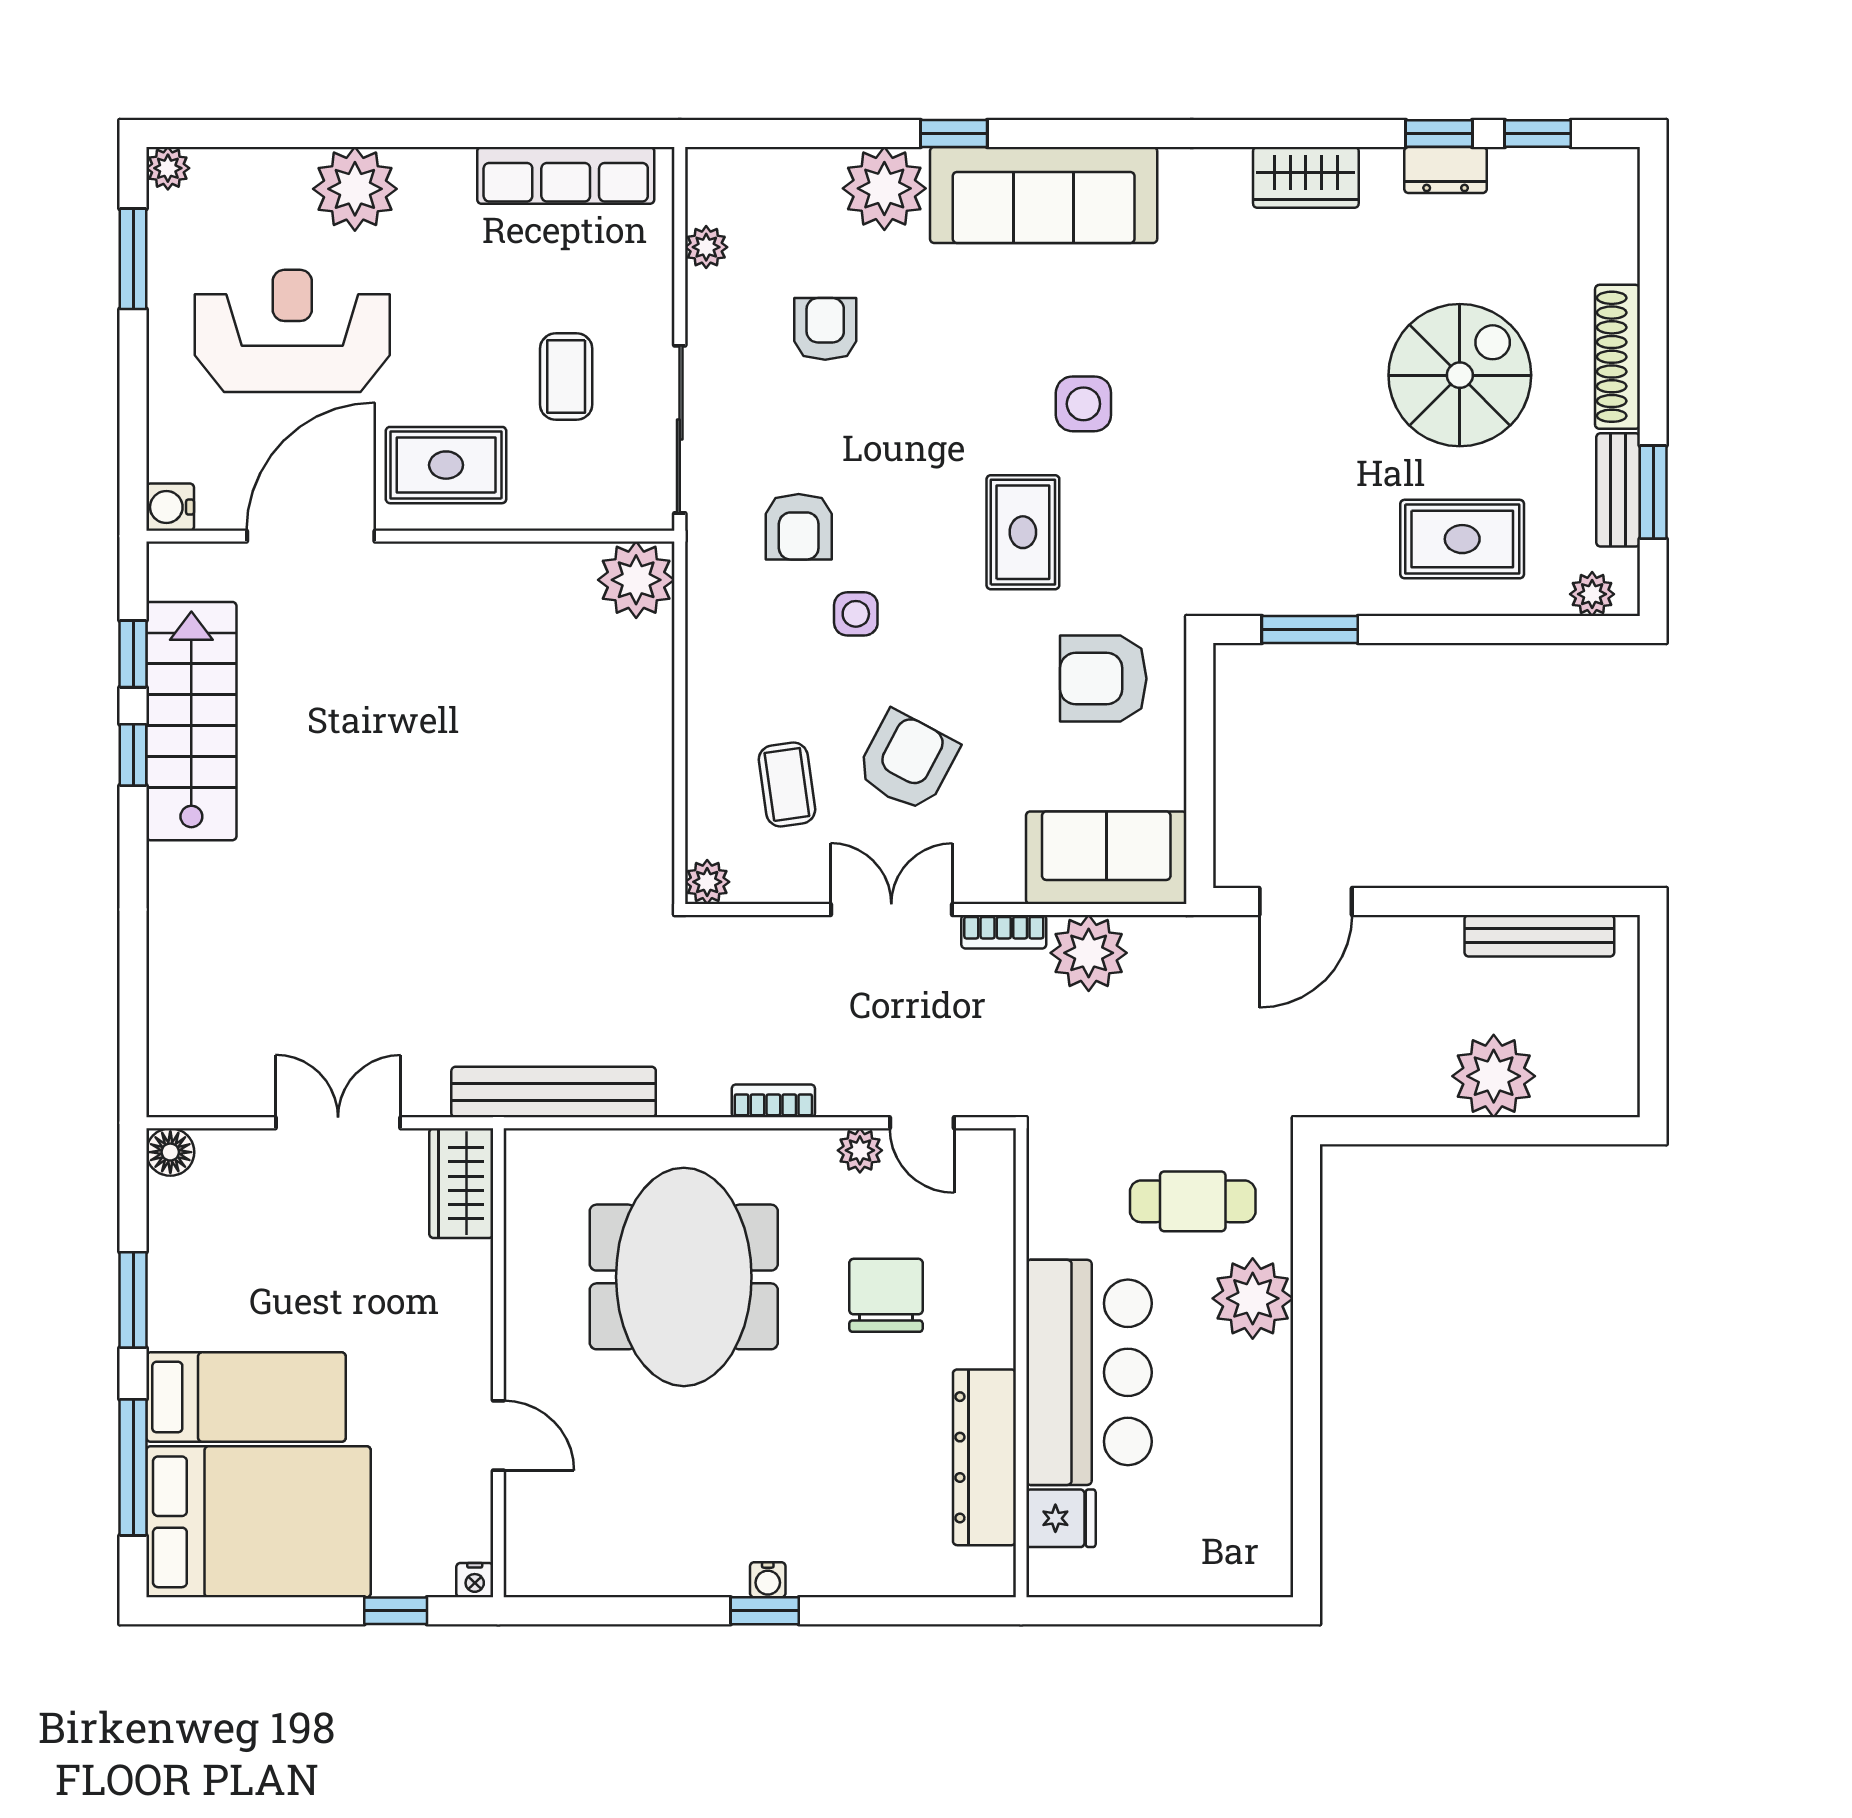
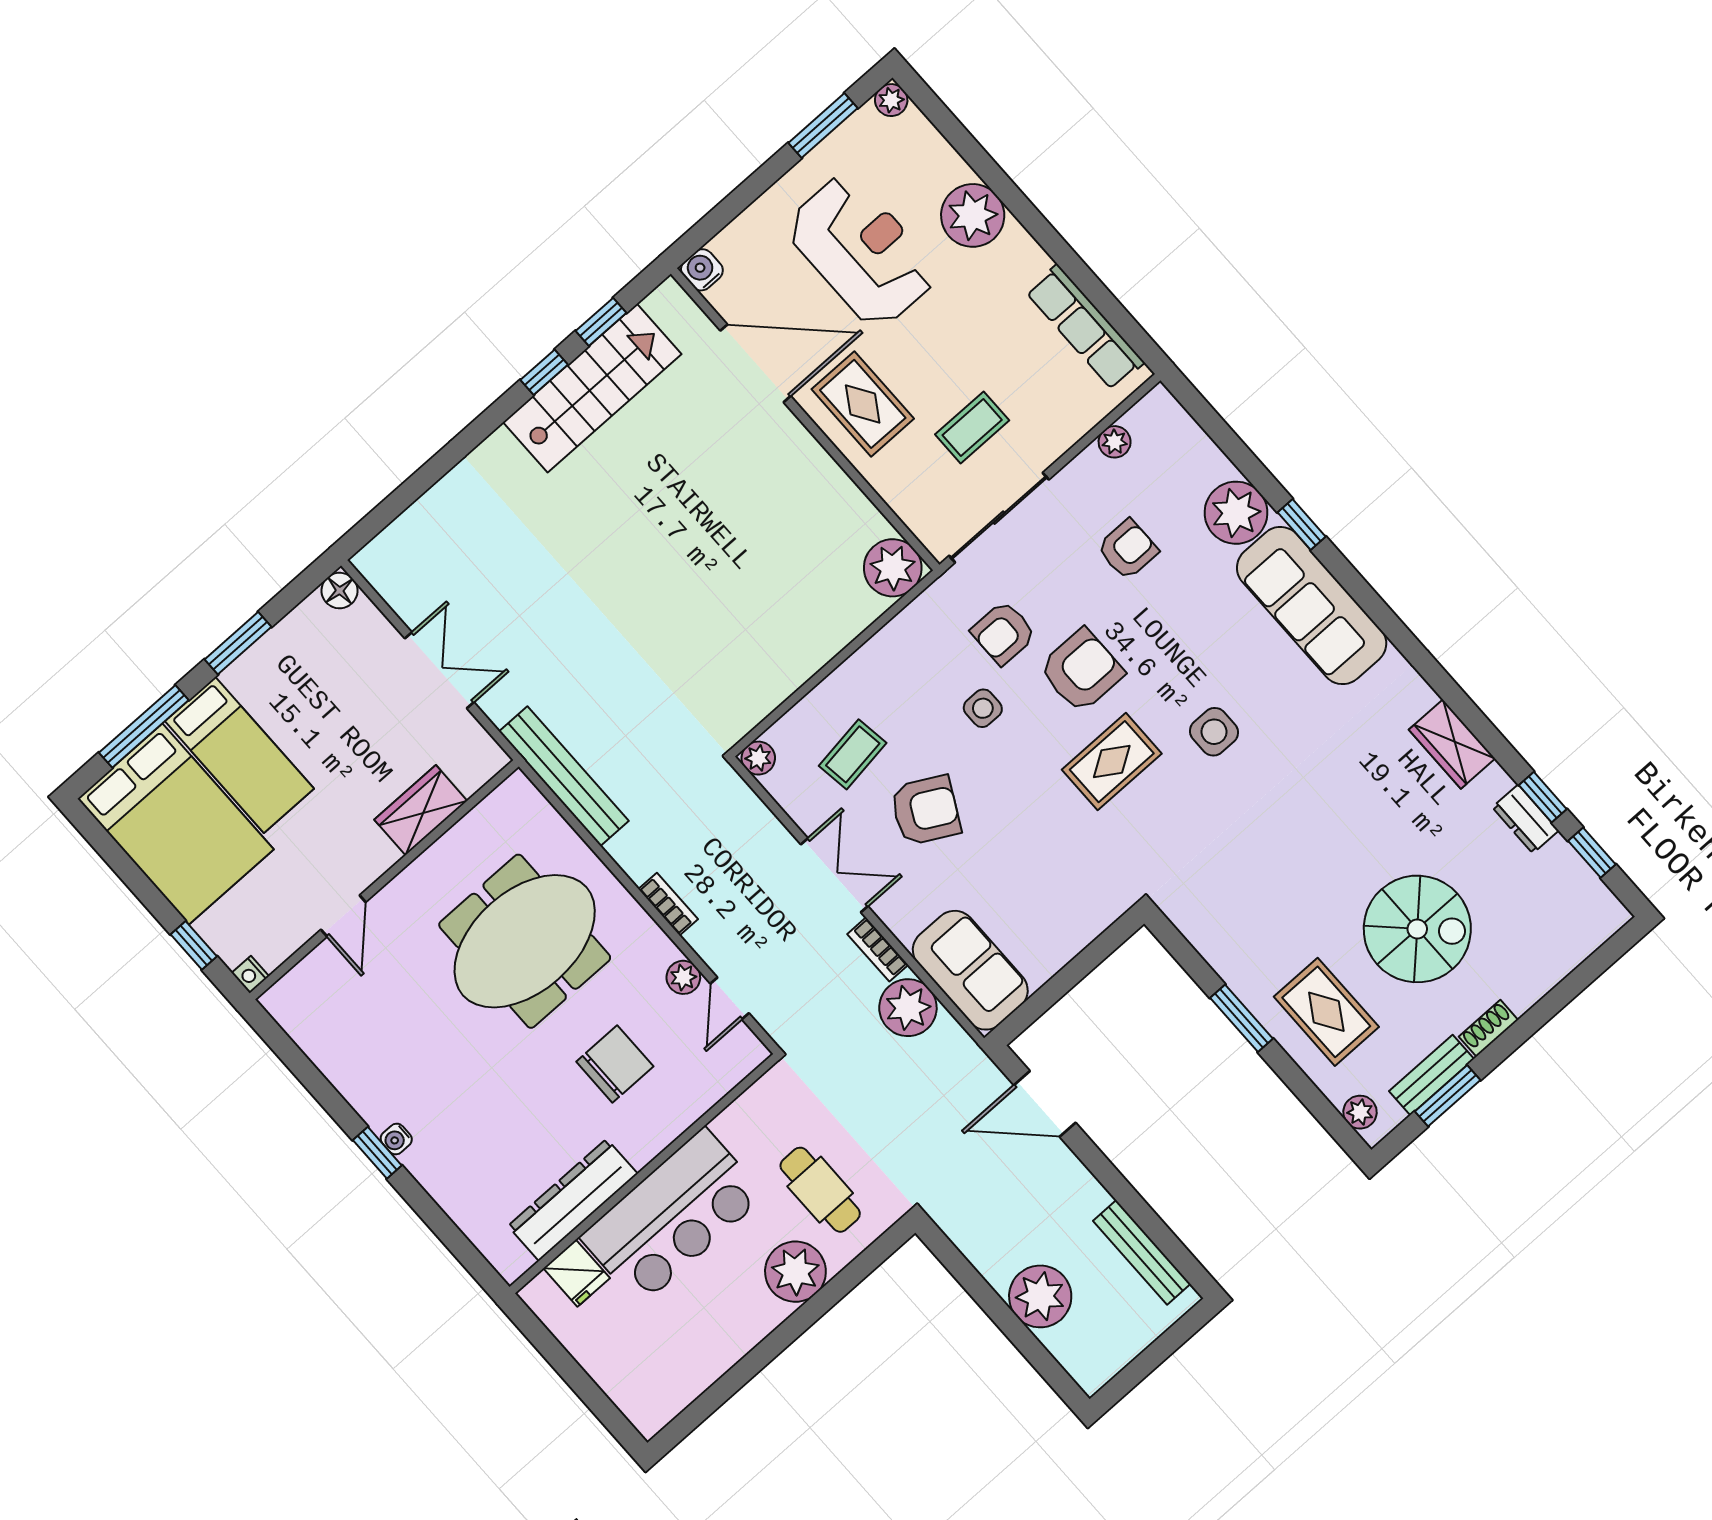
shoe rack: (1618, 357) -> (1488, 1028), width x0.51, depth x0.81
window: (1310, 629) -> (1242, 1018), moved
armchair: (1103, 679) -> (1082, 671), moved, turned 90
wardrobe: (461, 1183) -> (421, 810), moved

